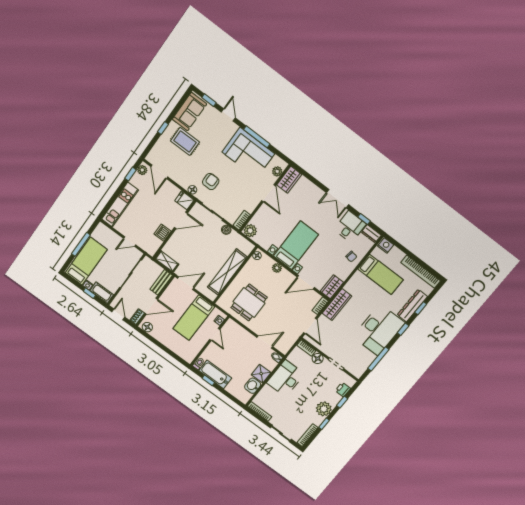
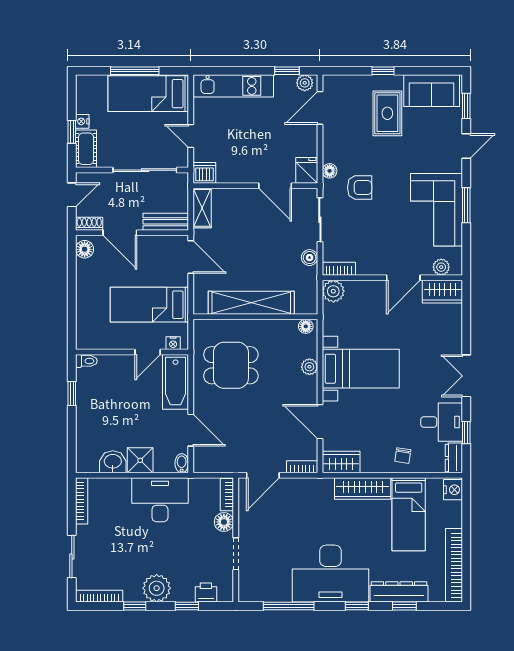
window: (257, 137) -> (466, 205), width x0.69
dishwasher: (163, 233) -> (204, 173), moved
bed: (86, 261) -> (148, 94), moved, turned 180
wardrobe: (337, 305) -> (363, 488), moved
bathtub: (215, 374) -> (175, 382), moved, turned 180

